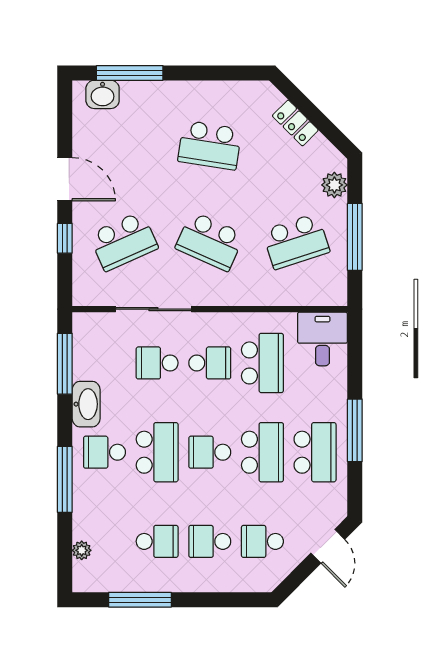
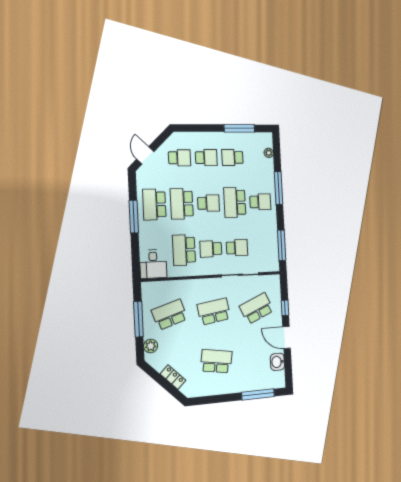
washbasin: (103, 94) -> (277, 362), moved, turned -90
school desk: (210, 241) -> (214, 311), turned -33
washbasin: (86, 404) -> (270, 226), removed

